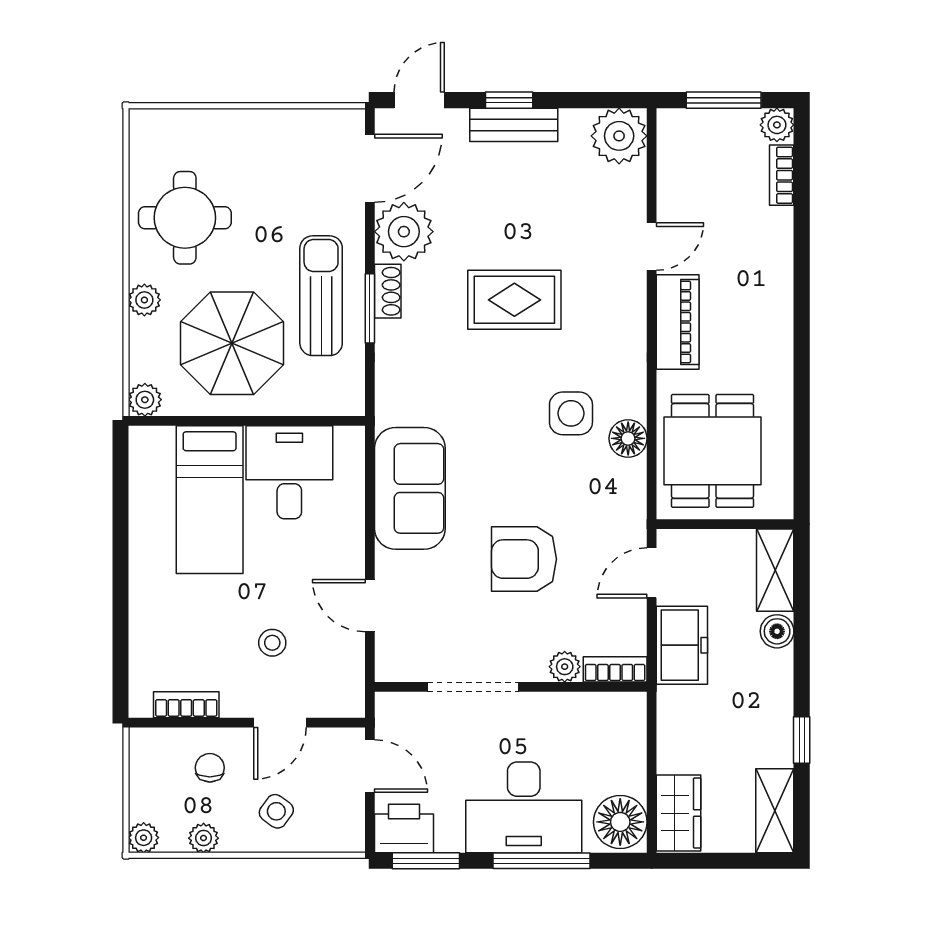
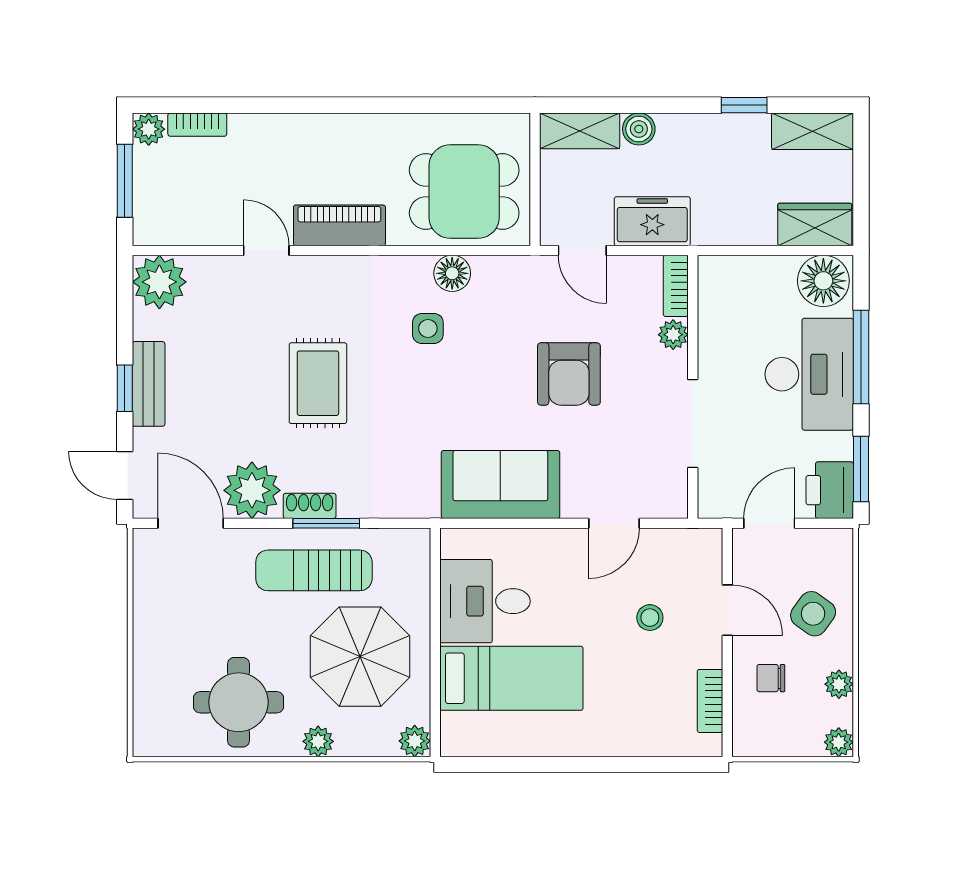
side table: (571, 413) -> (428, 328), width x0.73, depth x0.73
side table: (276, 811) -> (813, 614), width x1.37, depth x1.37

